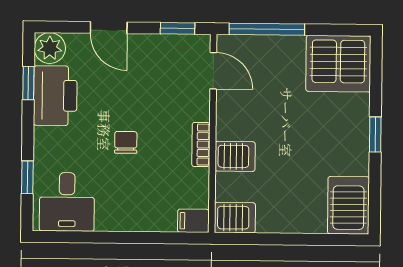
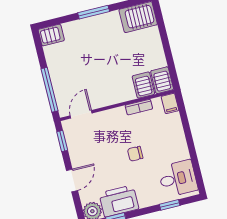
server rack: (338, 64) -> (51, 35), width x0.46, depth x0.70
window: (375, 134) -> (94, 12), width x1.50
bookcase: (201, 145) -> (139, 107), moved
server rack: (235, 156) -> (143, 85), moved

